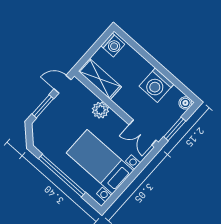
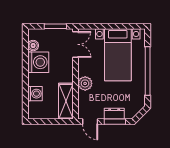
washing machine: (113, 45) -> (35, 94), moved, turned 90
boiler: (185, 103) -> (33, 46), moved
dresser: (50, 112) -> (114, 114), added

